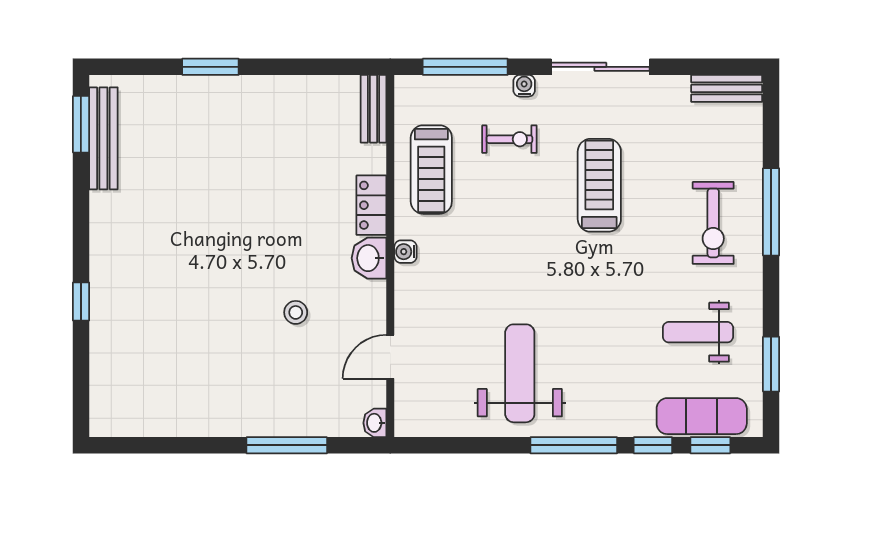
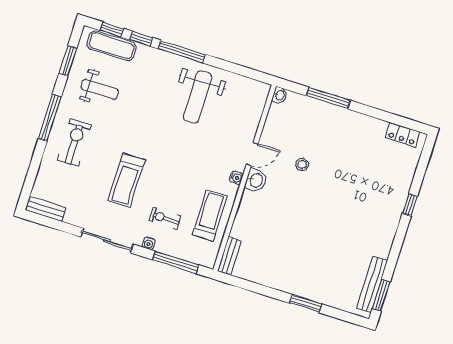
locker: (371, 205) -> (403, 135), moved, turned 90
window: (771, 212) -> (50, 118), moved
door: (390, 357) -> (252, 154), moved

